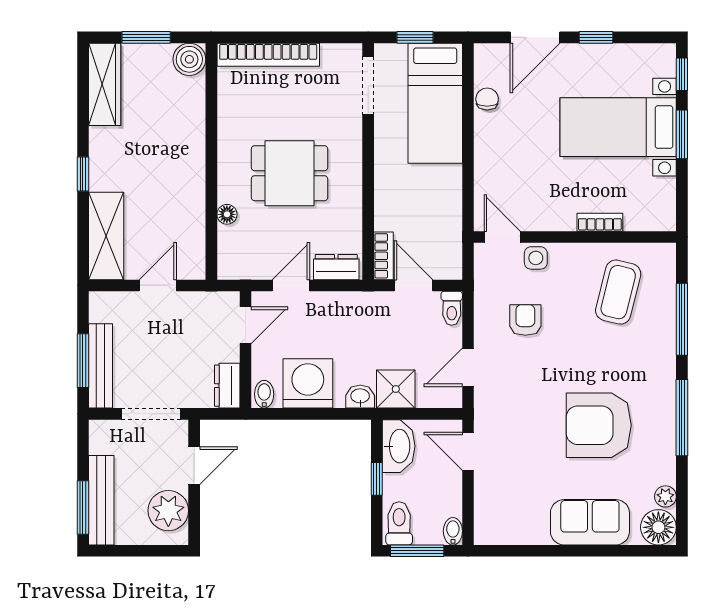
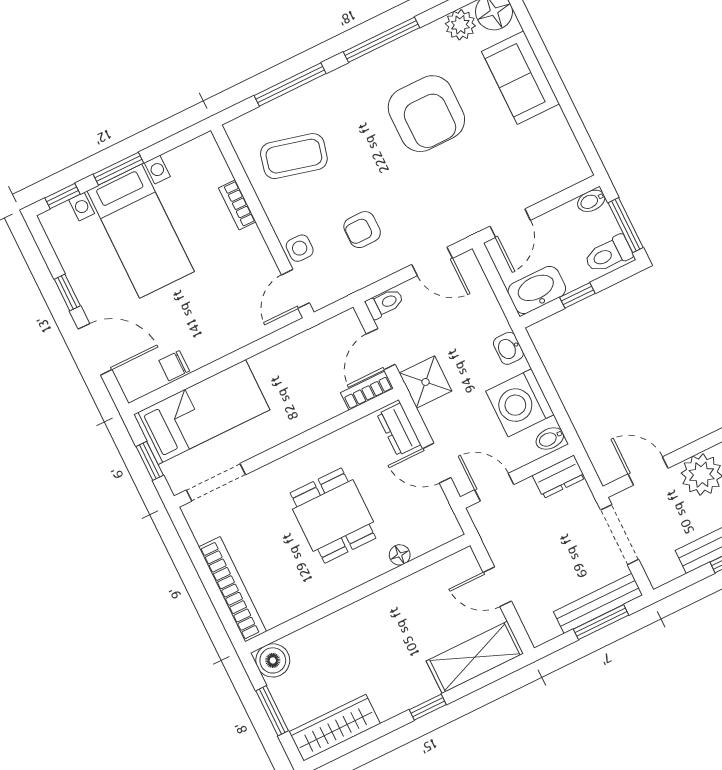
shower: (396, 389) -> (426, 382), moved
plant: (665, 496) -> (460, 25), width x1.38, depth x1.38

